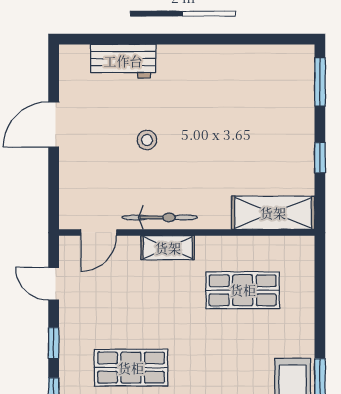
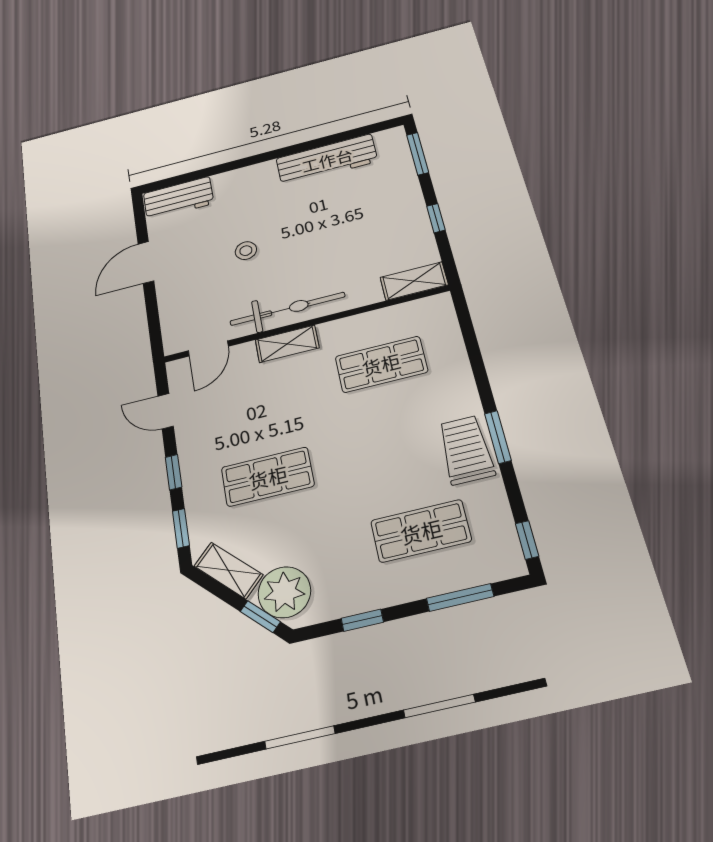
workbench: (123, 61) -> (178, 198), moved
workbench: (237, 62) -> (327, 160), added
shelving: (273, 213) -> (414, 281), width x0.67, depth x0.75
bicycle: (160, 217) -> (287, 309), width x1.37, depth x1.40

